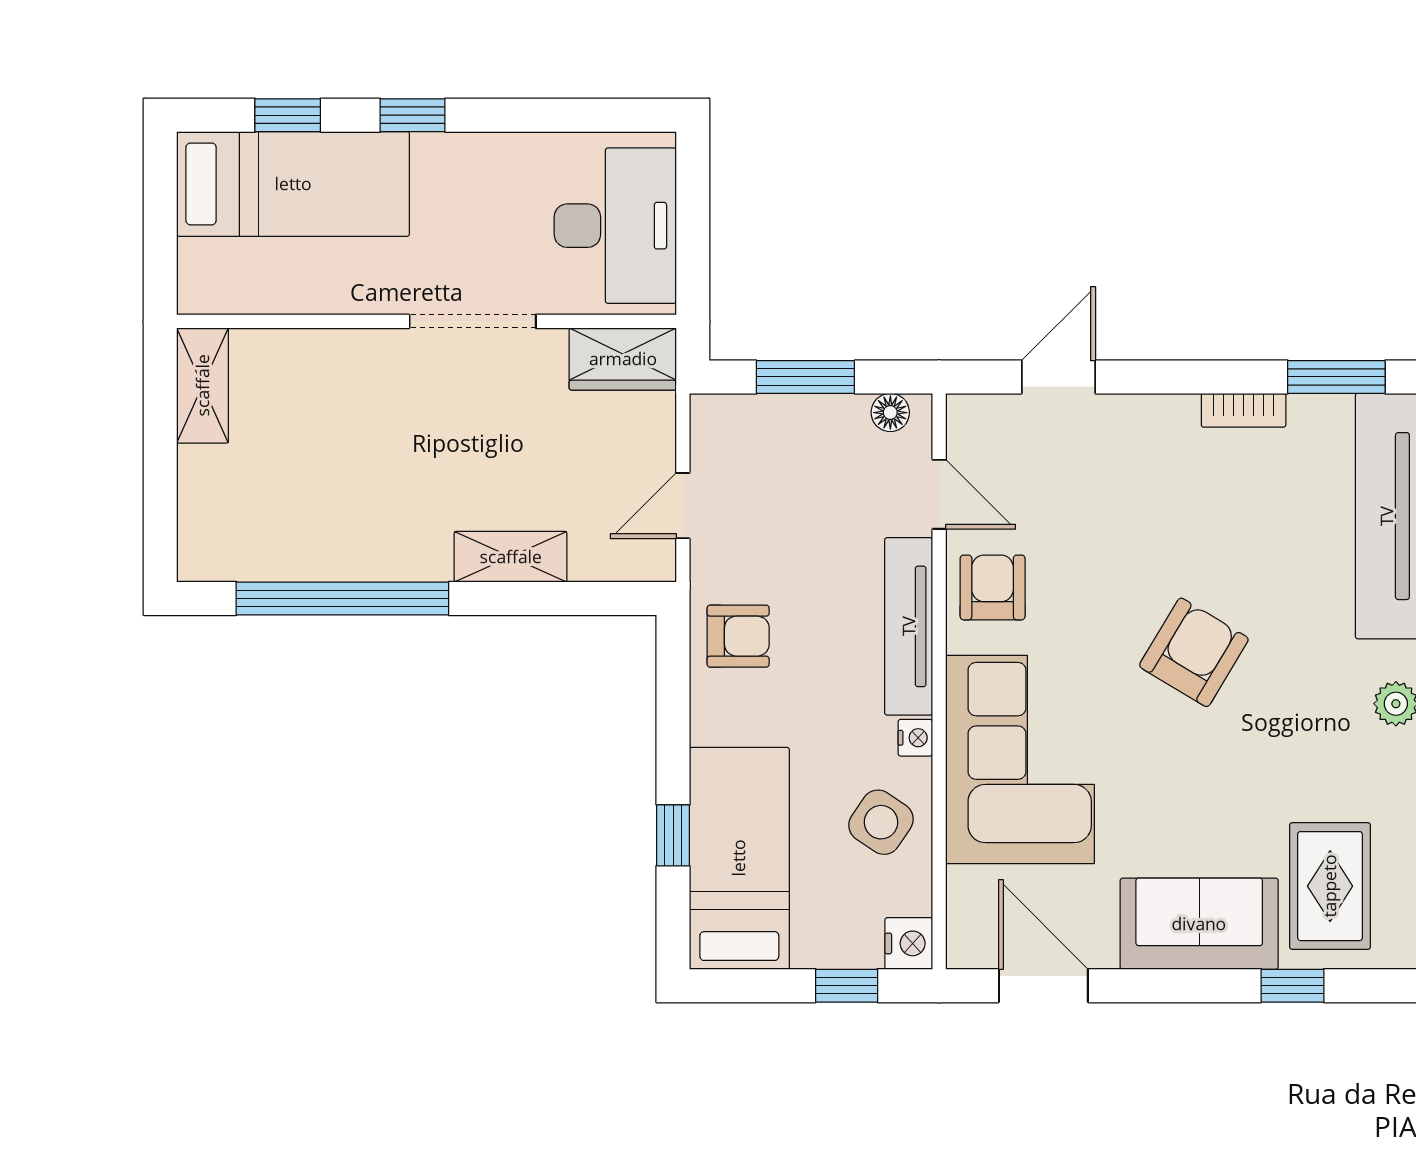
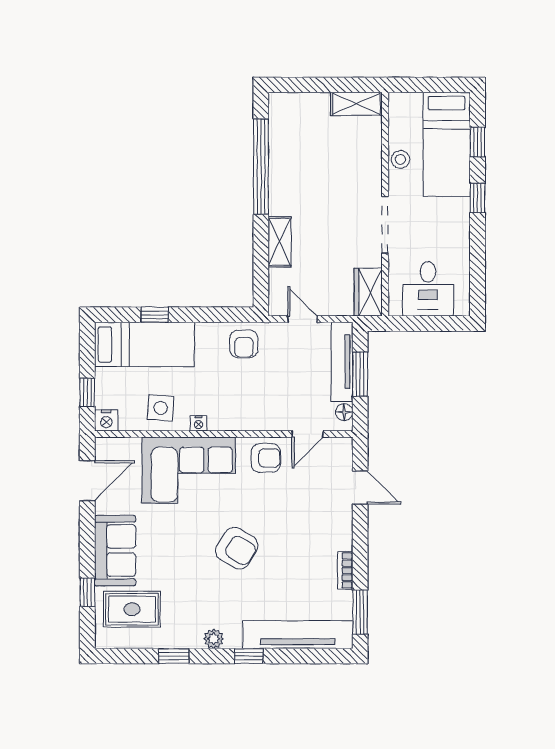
desk: (615, 226) -> (428, 289), width x0.73
stool: (327, 287) -> (400, 159), added
tv unit: (909, 626) -> (342, 362), moved, turned -90
side table: (881, 822) -> (161, 408), turned -30

